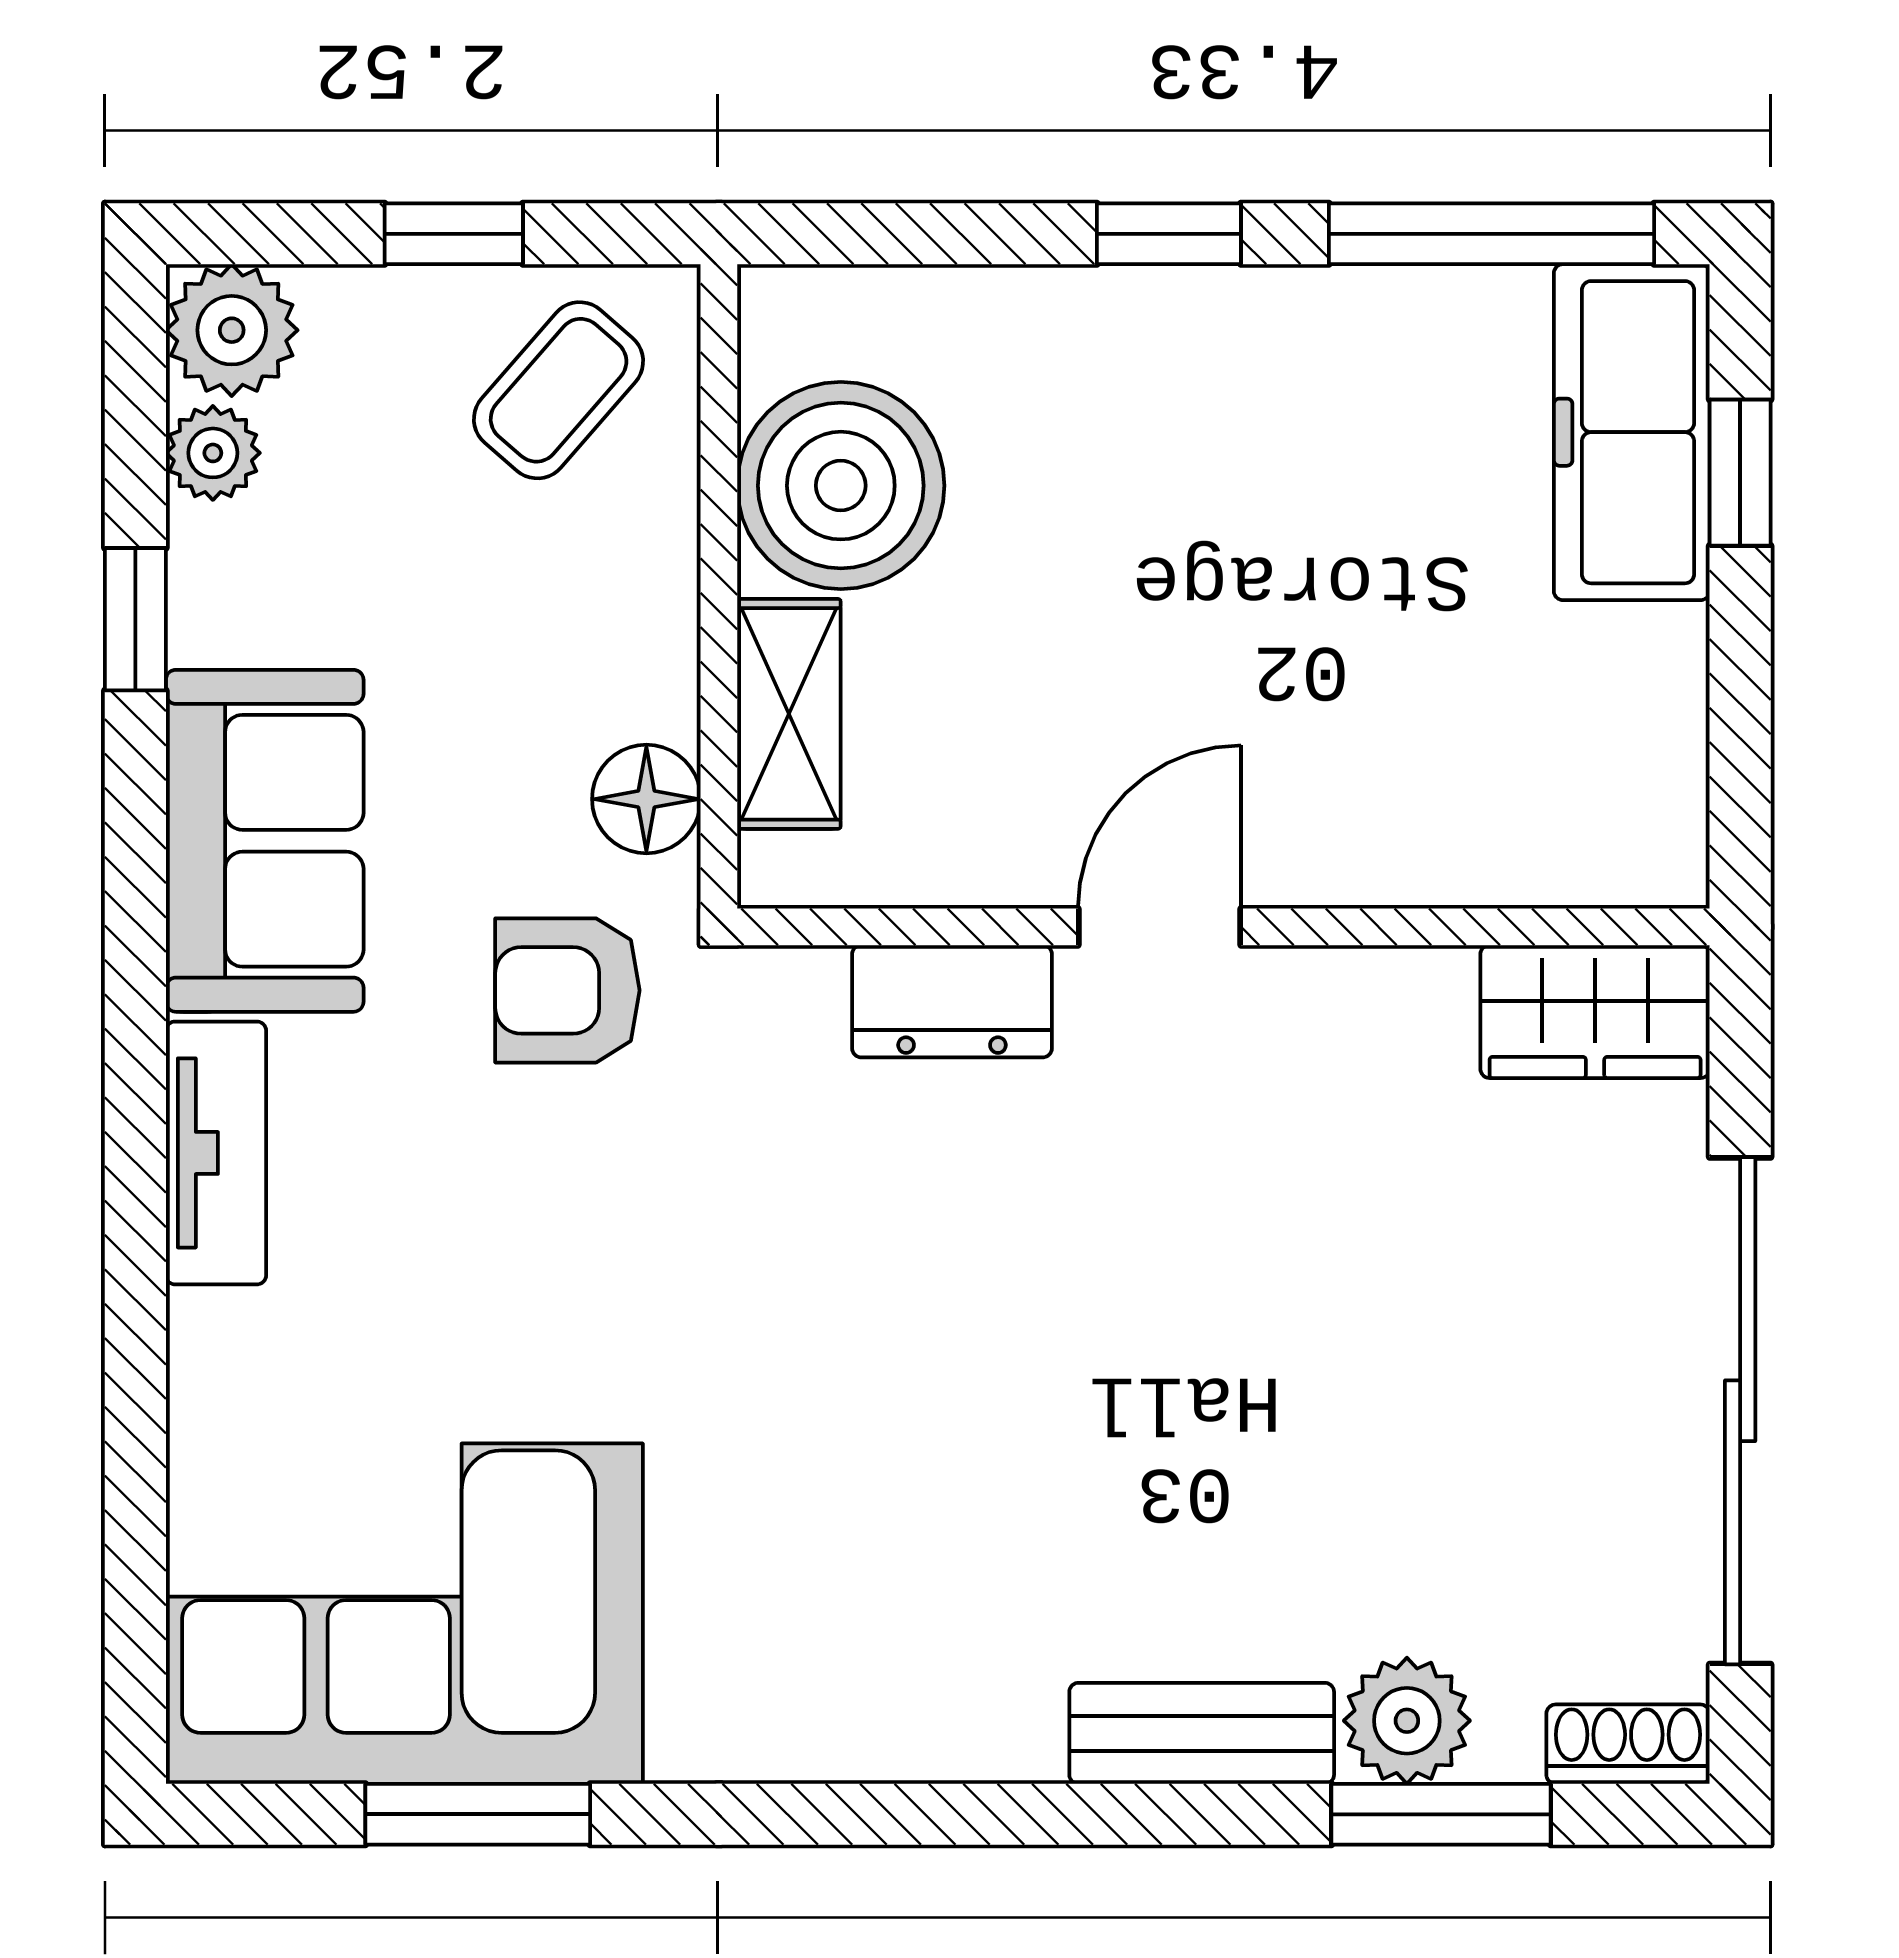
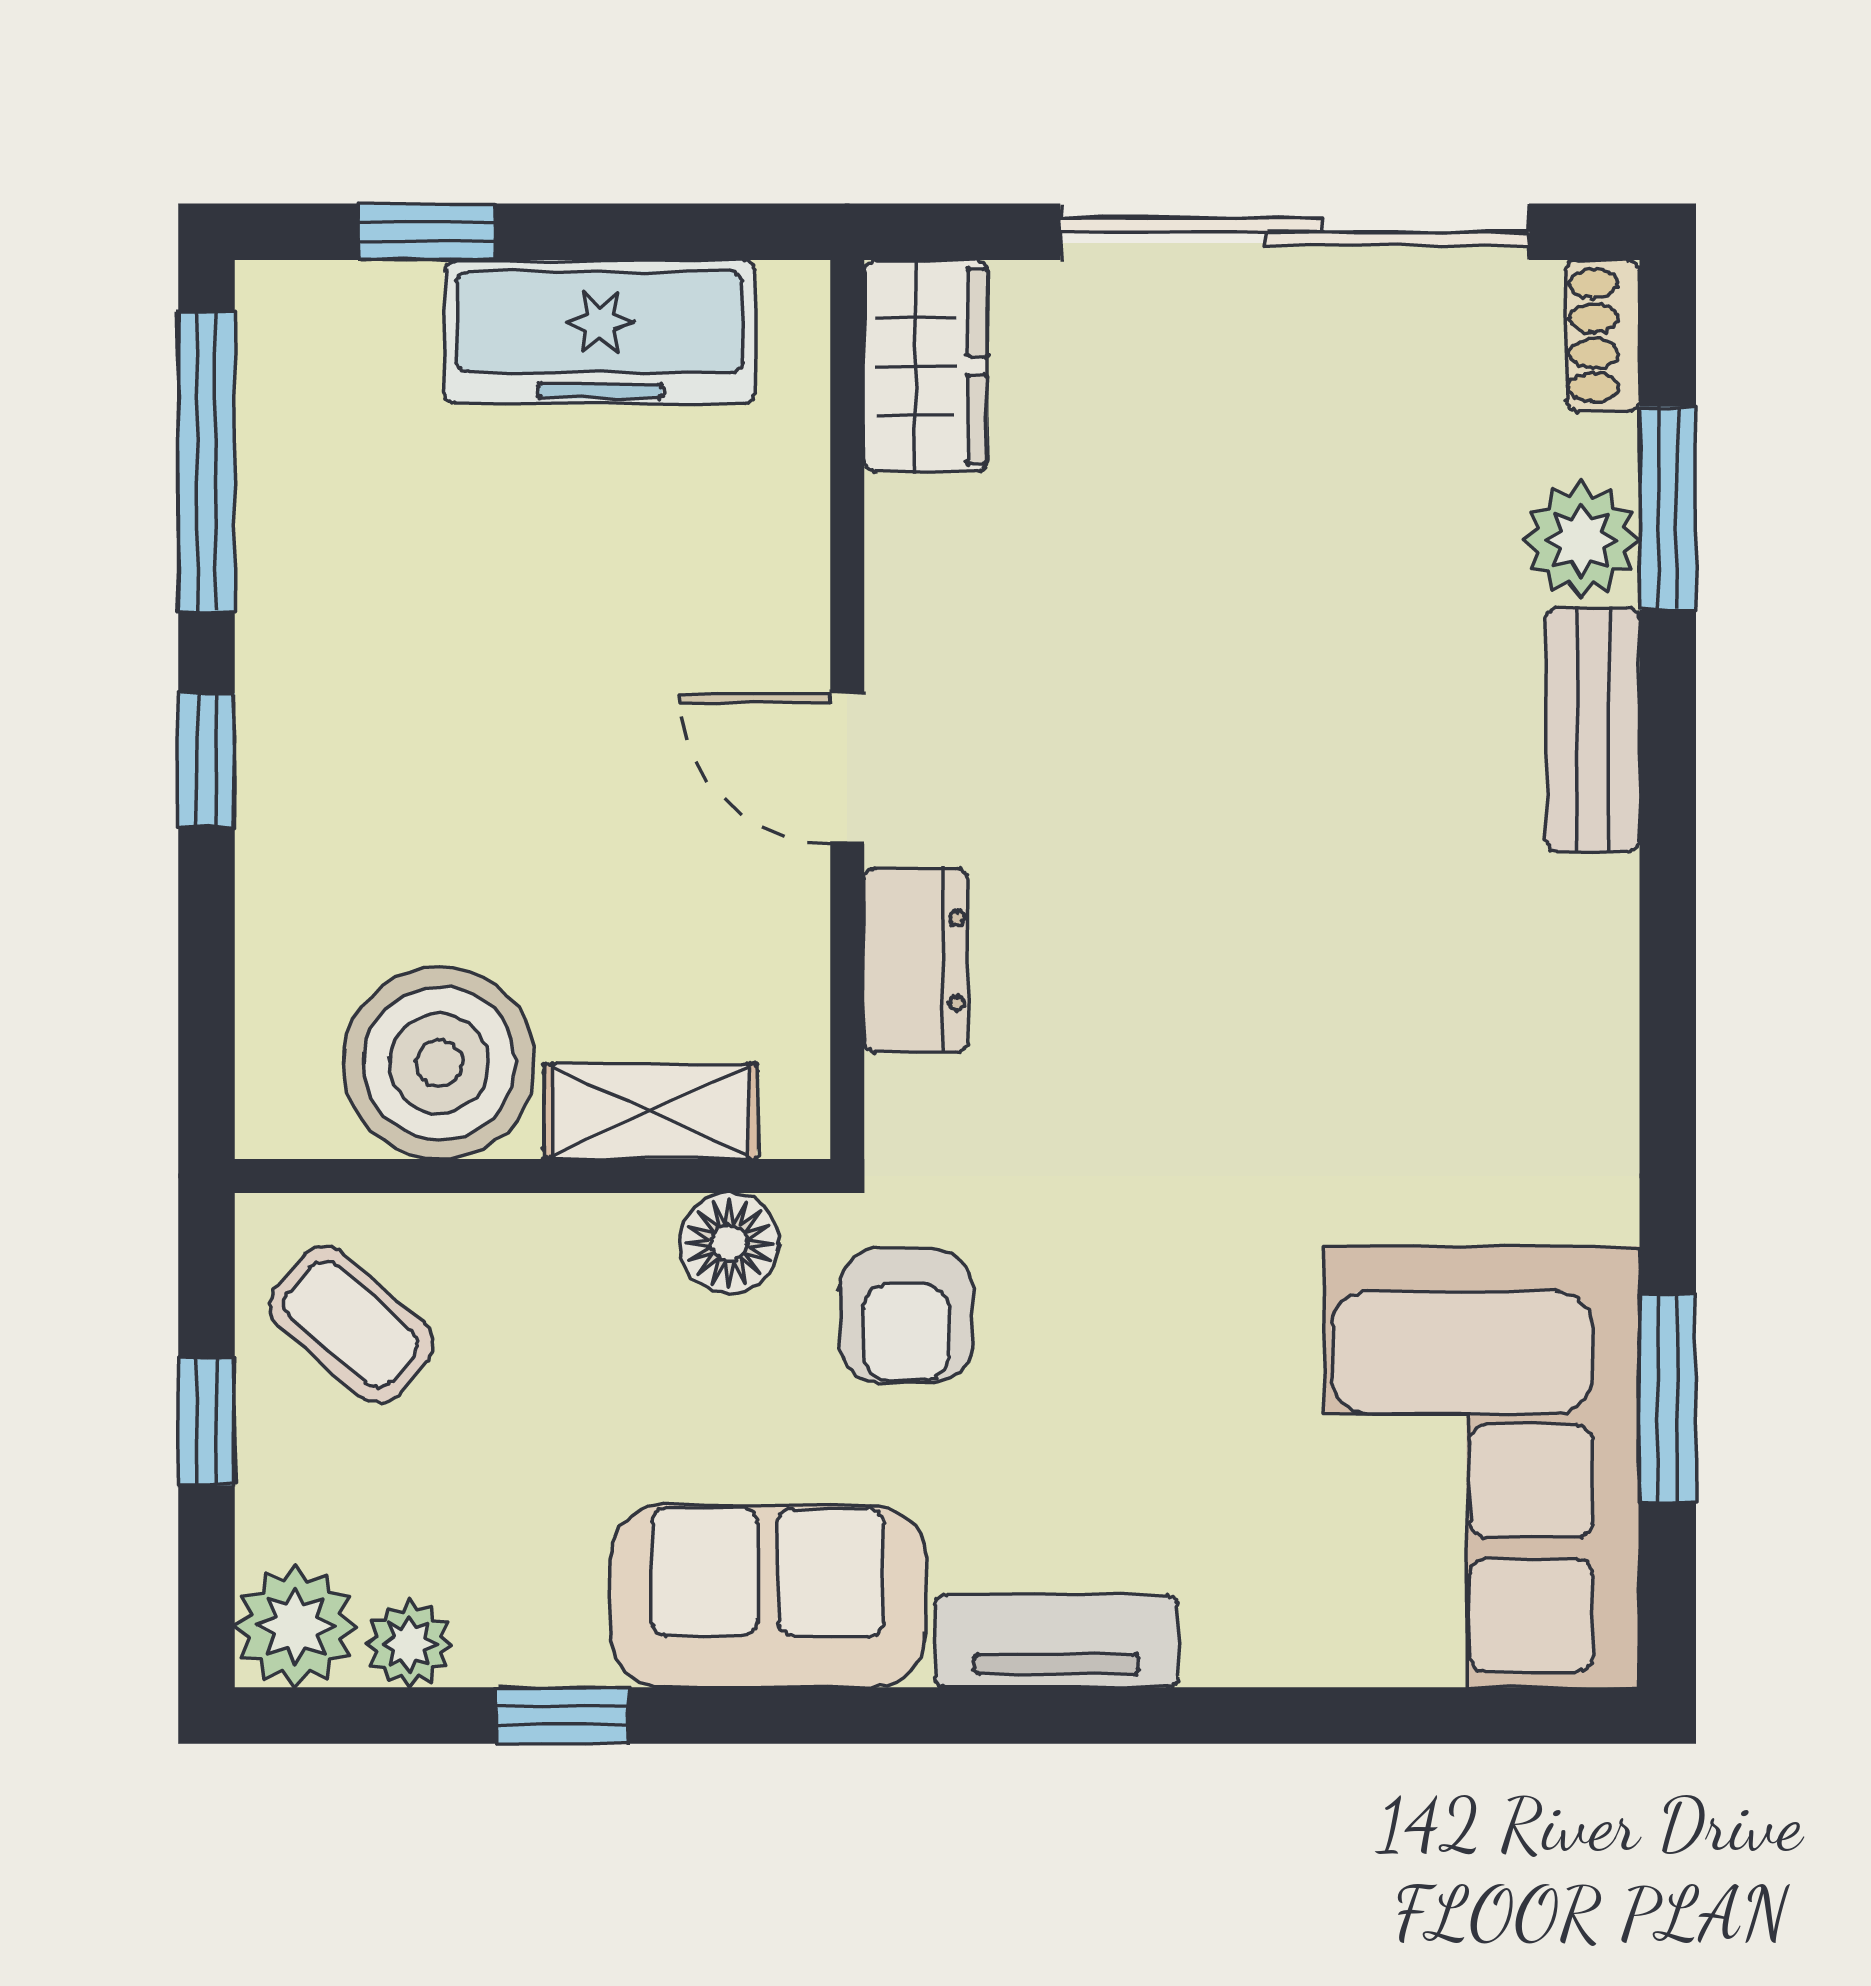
freezer: (1632, 432) -> (600, 332), moved

